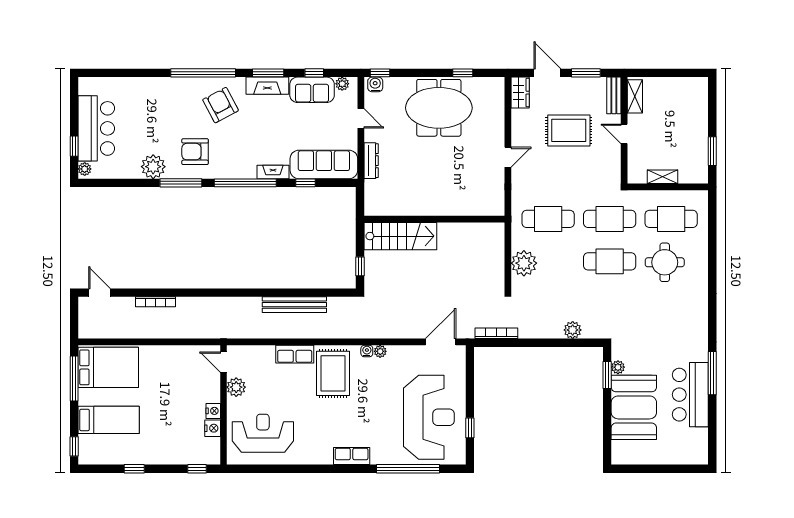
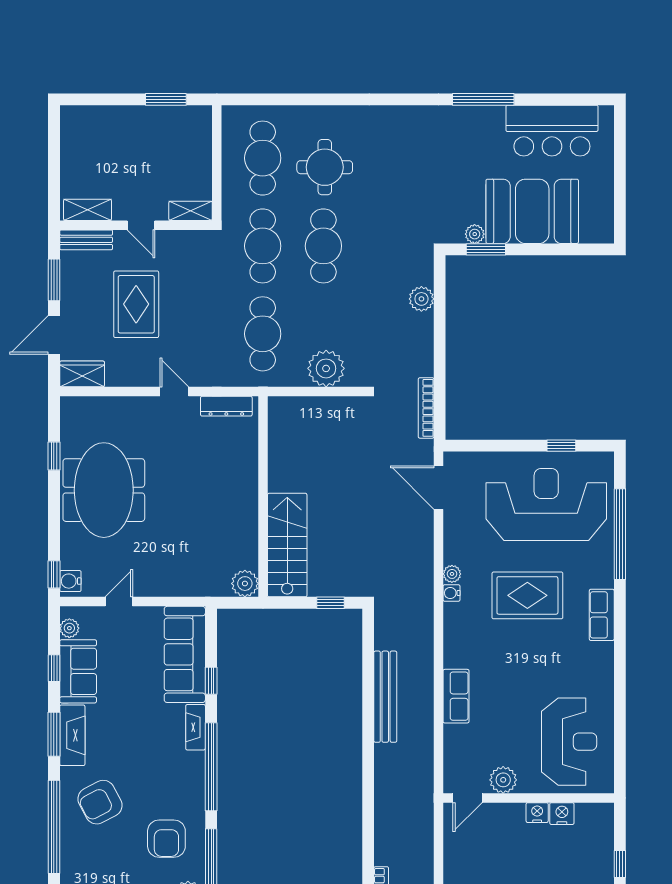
door: (624, 134) -> (141, 225), hinge flipped
dresser: (371, 161) -> (226, 406), moved, turned 180
shelving: (663, 177) -> (191, 211), moved, turned 90
plant: (373, 206) -> (245, 584), added
rug: (333, 373) -> (527, 595), moved
bar counter: (690, 395) -> (552, 131), moved
reception desk: (263, 433) -> (569, 742), turned 180
window: (197, 469) -> (620, 864), moved

